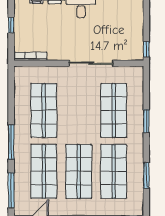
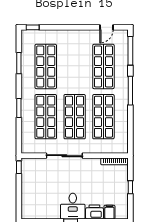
shop shelf: (79, 171) -> (75, 117), moved

